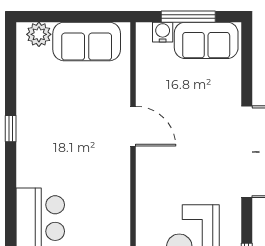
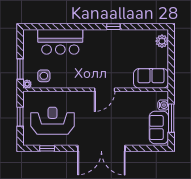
sofa: (87, 42) -> (151, 78), moved, turned 90
door: (133, 126) -> (105, 90), moved

